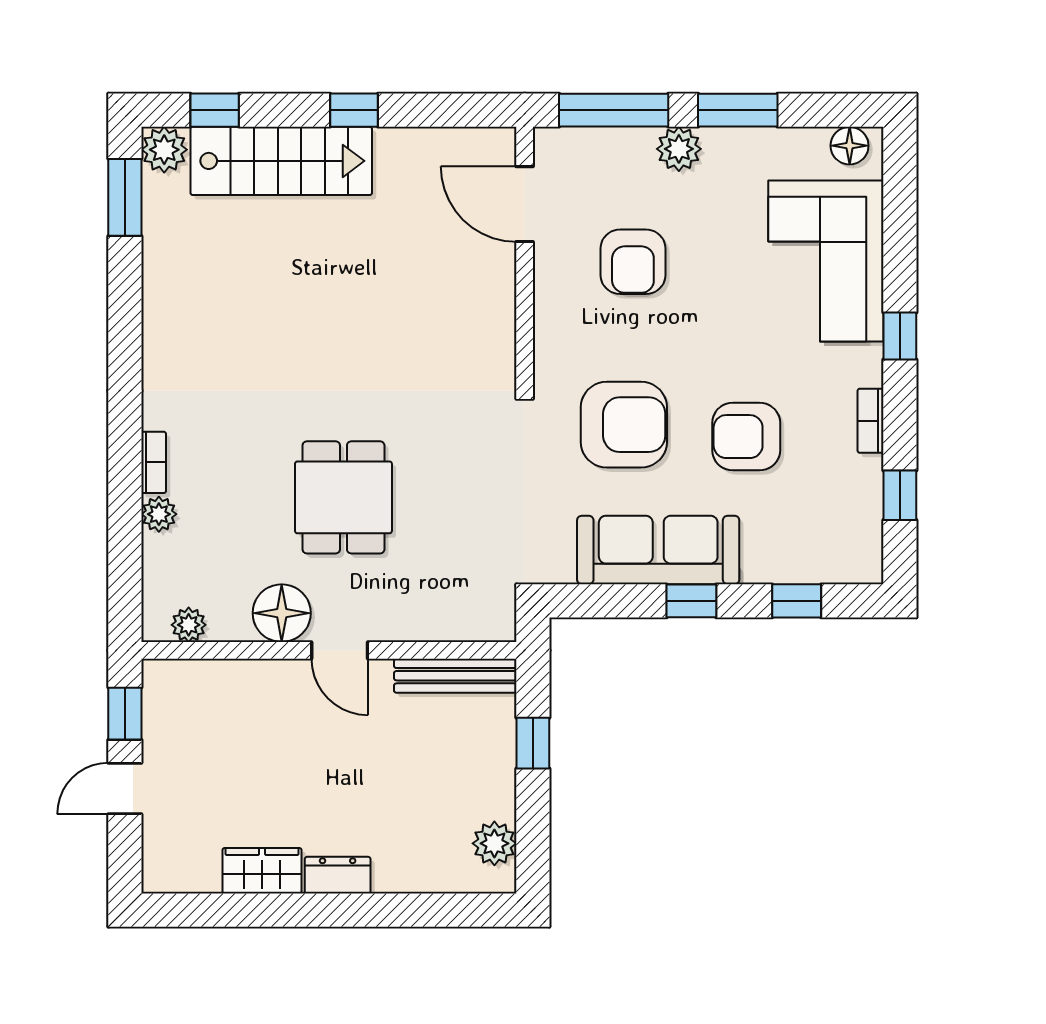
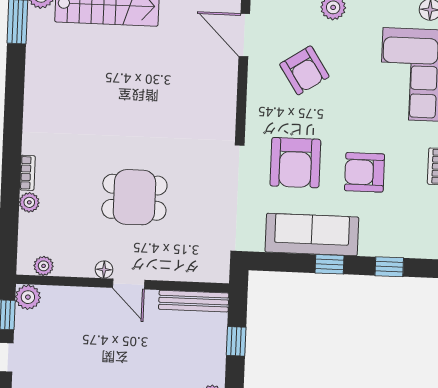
armchair: (633, 262) -> (304, 70), turned -33
armchair: (624, 425) -> (295, 163), turned 90
dining table: (343, 497) -> (134, 197), turned 90
floor lamp: (282, 613) -> (104, 270), width x0.53, depth x0.53
plant: (164, 681) -> (28, 297), added

